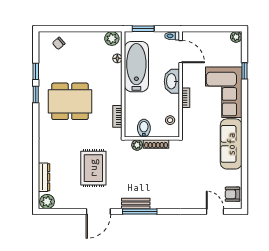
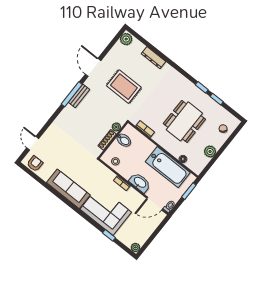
plant: (112, 38) -> (210, 151), moved
dining table: (70, 101) -> (184, 121), moved
dresser: (44, 177) -> (153, 58), moved
door: (215, 211) -> (33, 143), swing flipped

